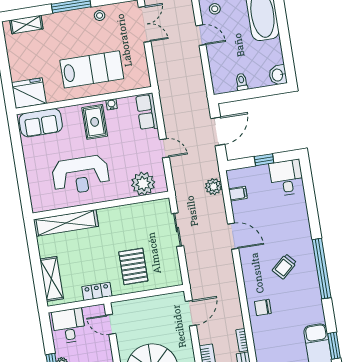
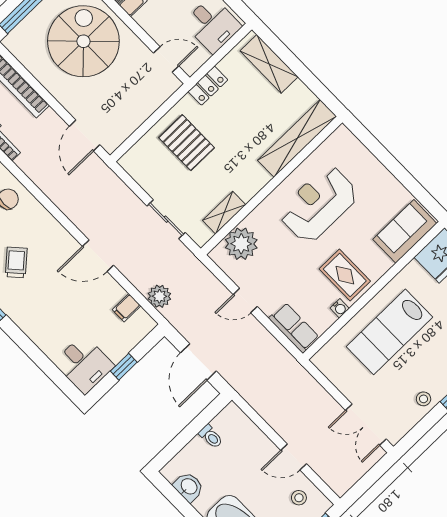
washbasin: (278, 75) -> (189, 487), moved
shelving: (140, 209) -> (224, 213), added

